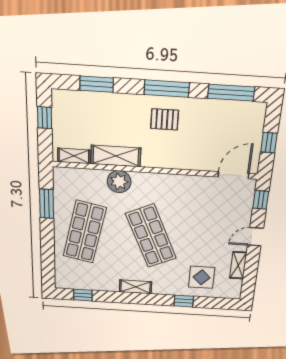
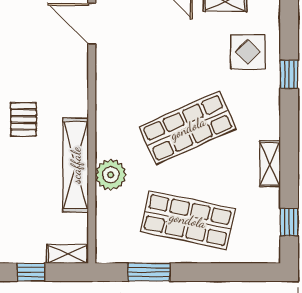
shelving: (74, 156) -> (68, 254), moved, turned 90
shelving: (116, 156) -> (76, 165), width x1.47
shelving: (135, 287) -> (270, 164), moved

